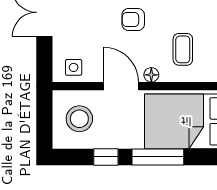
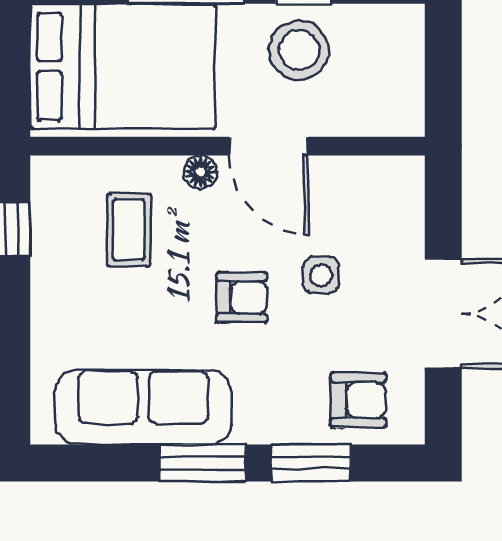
side table: (74, 67) -> (321, 275), moved
stool: (79, 119) -> (299, 50), moved

